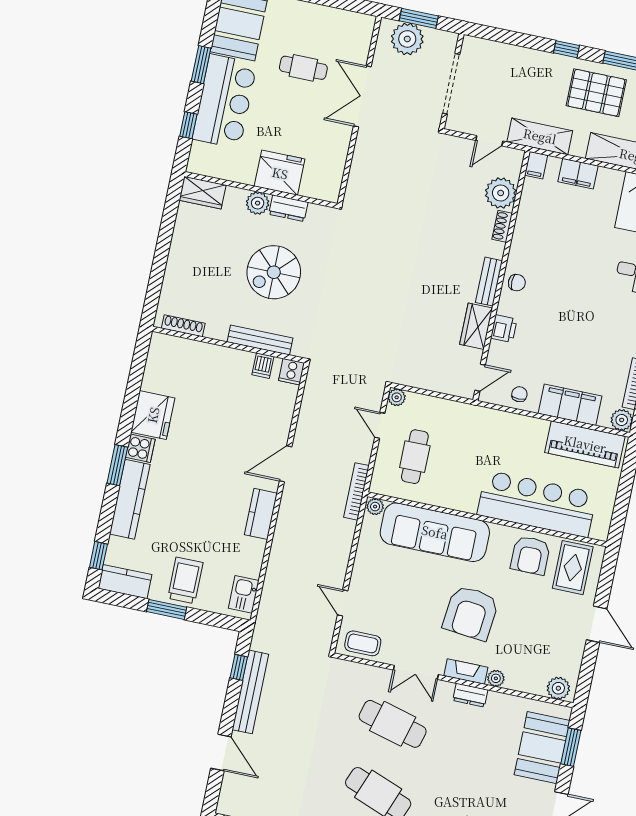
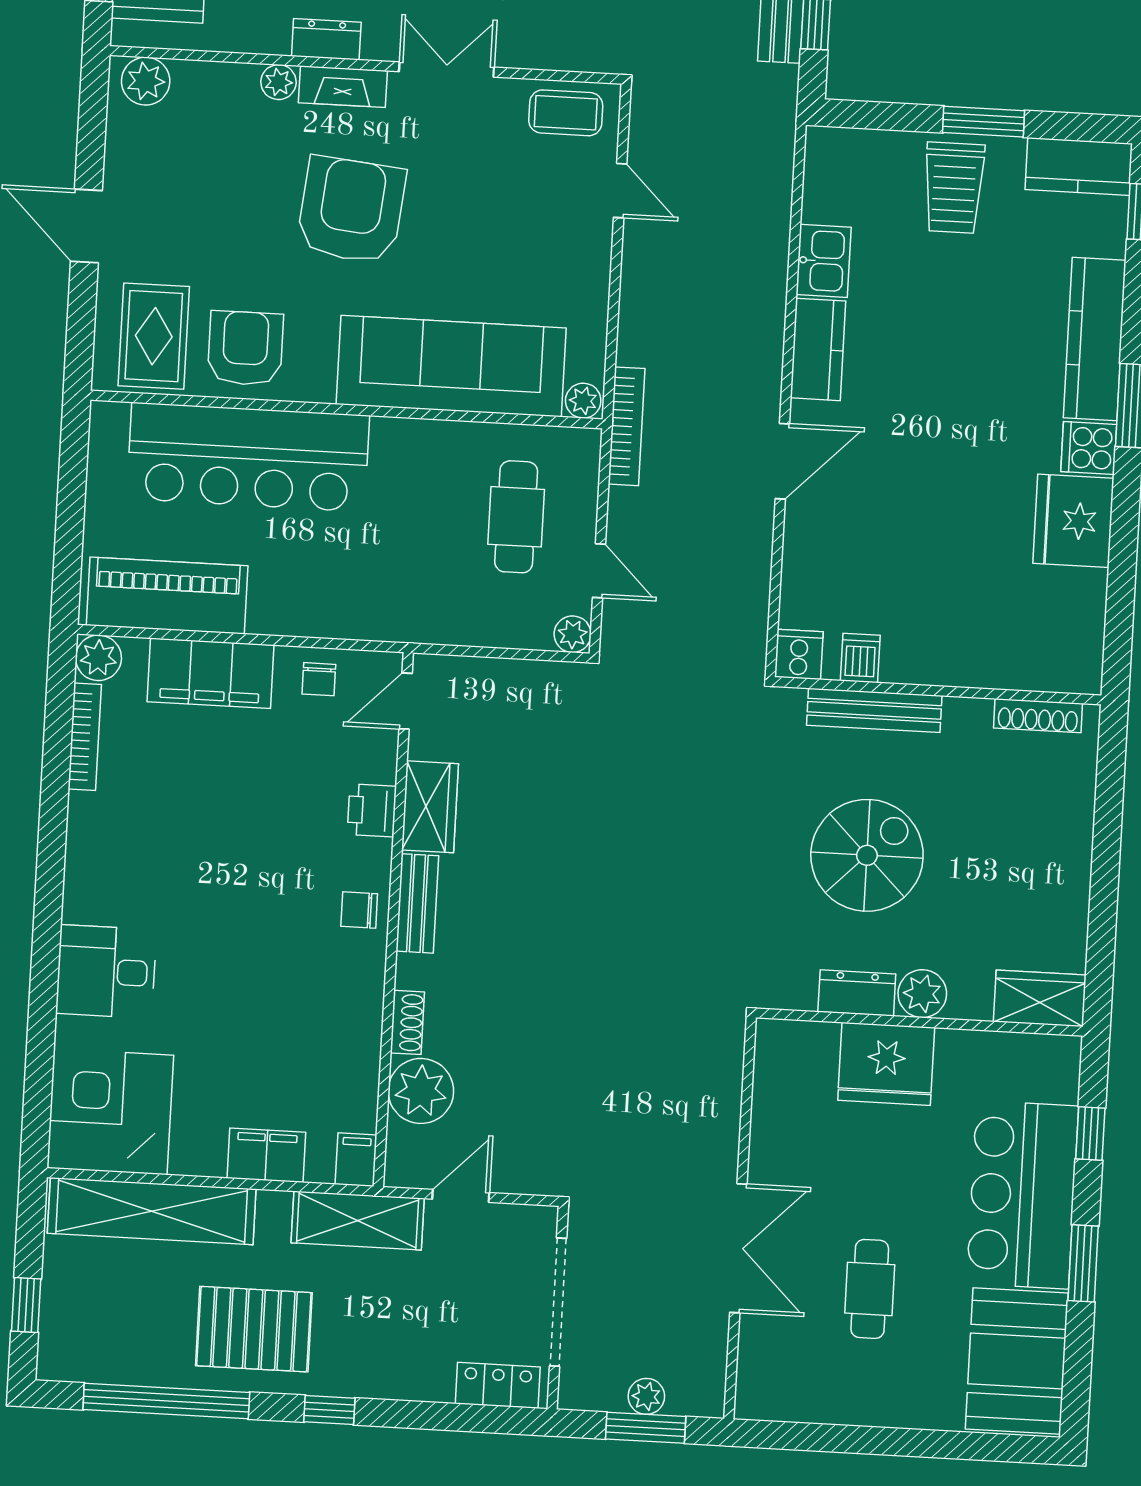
plant: (407, 39) -> (646, 1396), width x0.53, depth x0.53
locker: (485, 49) -> (498, 1385), added
cafe table: (303, 68) -> (870, 1289), turned 90
kitchen sink: (244, 594) -> (824, 261), moved

